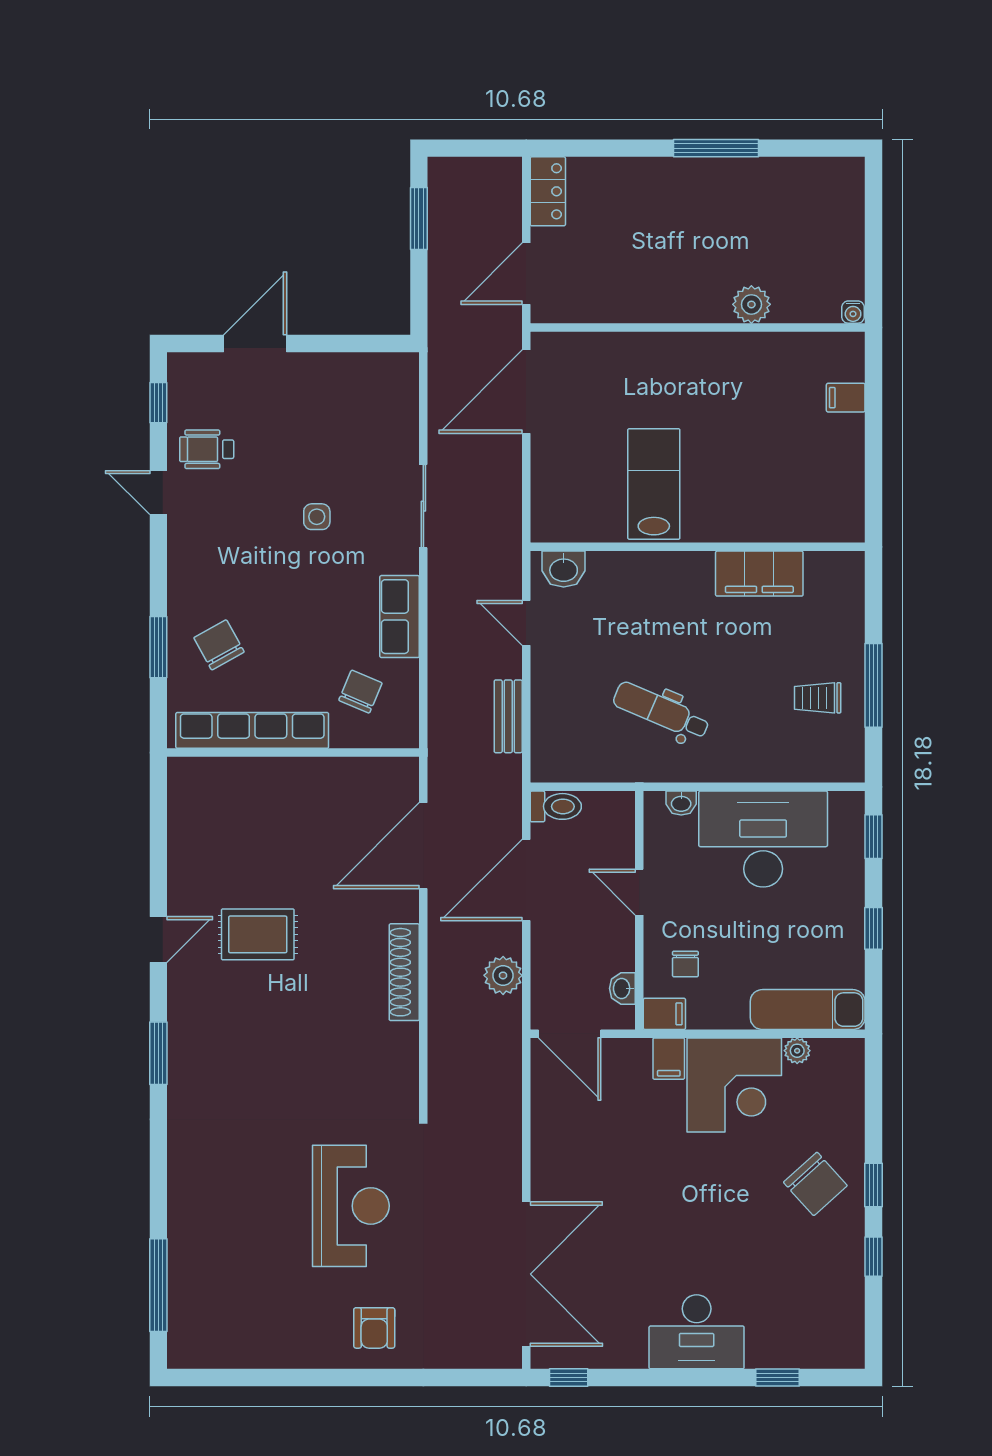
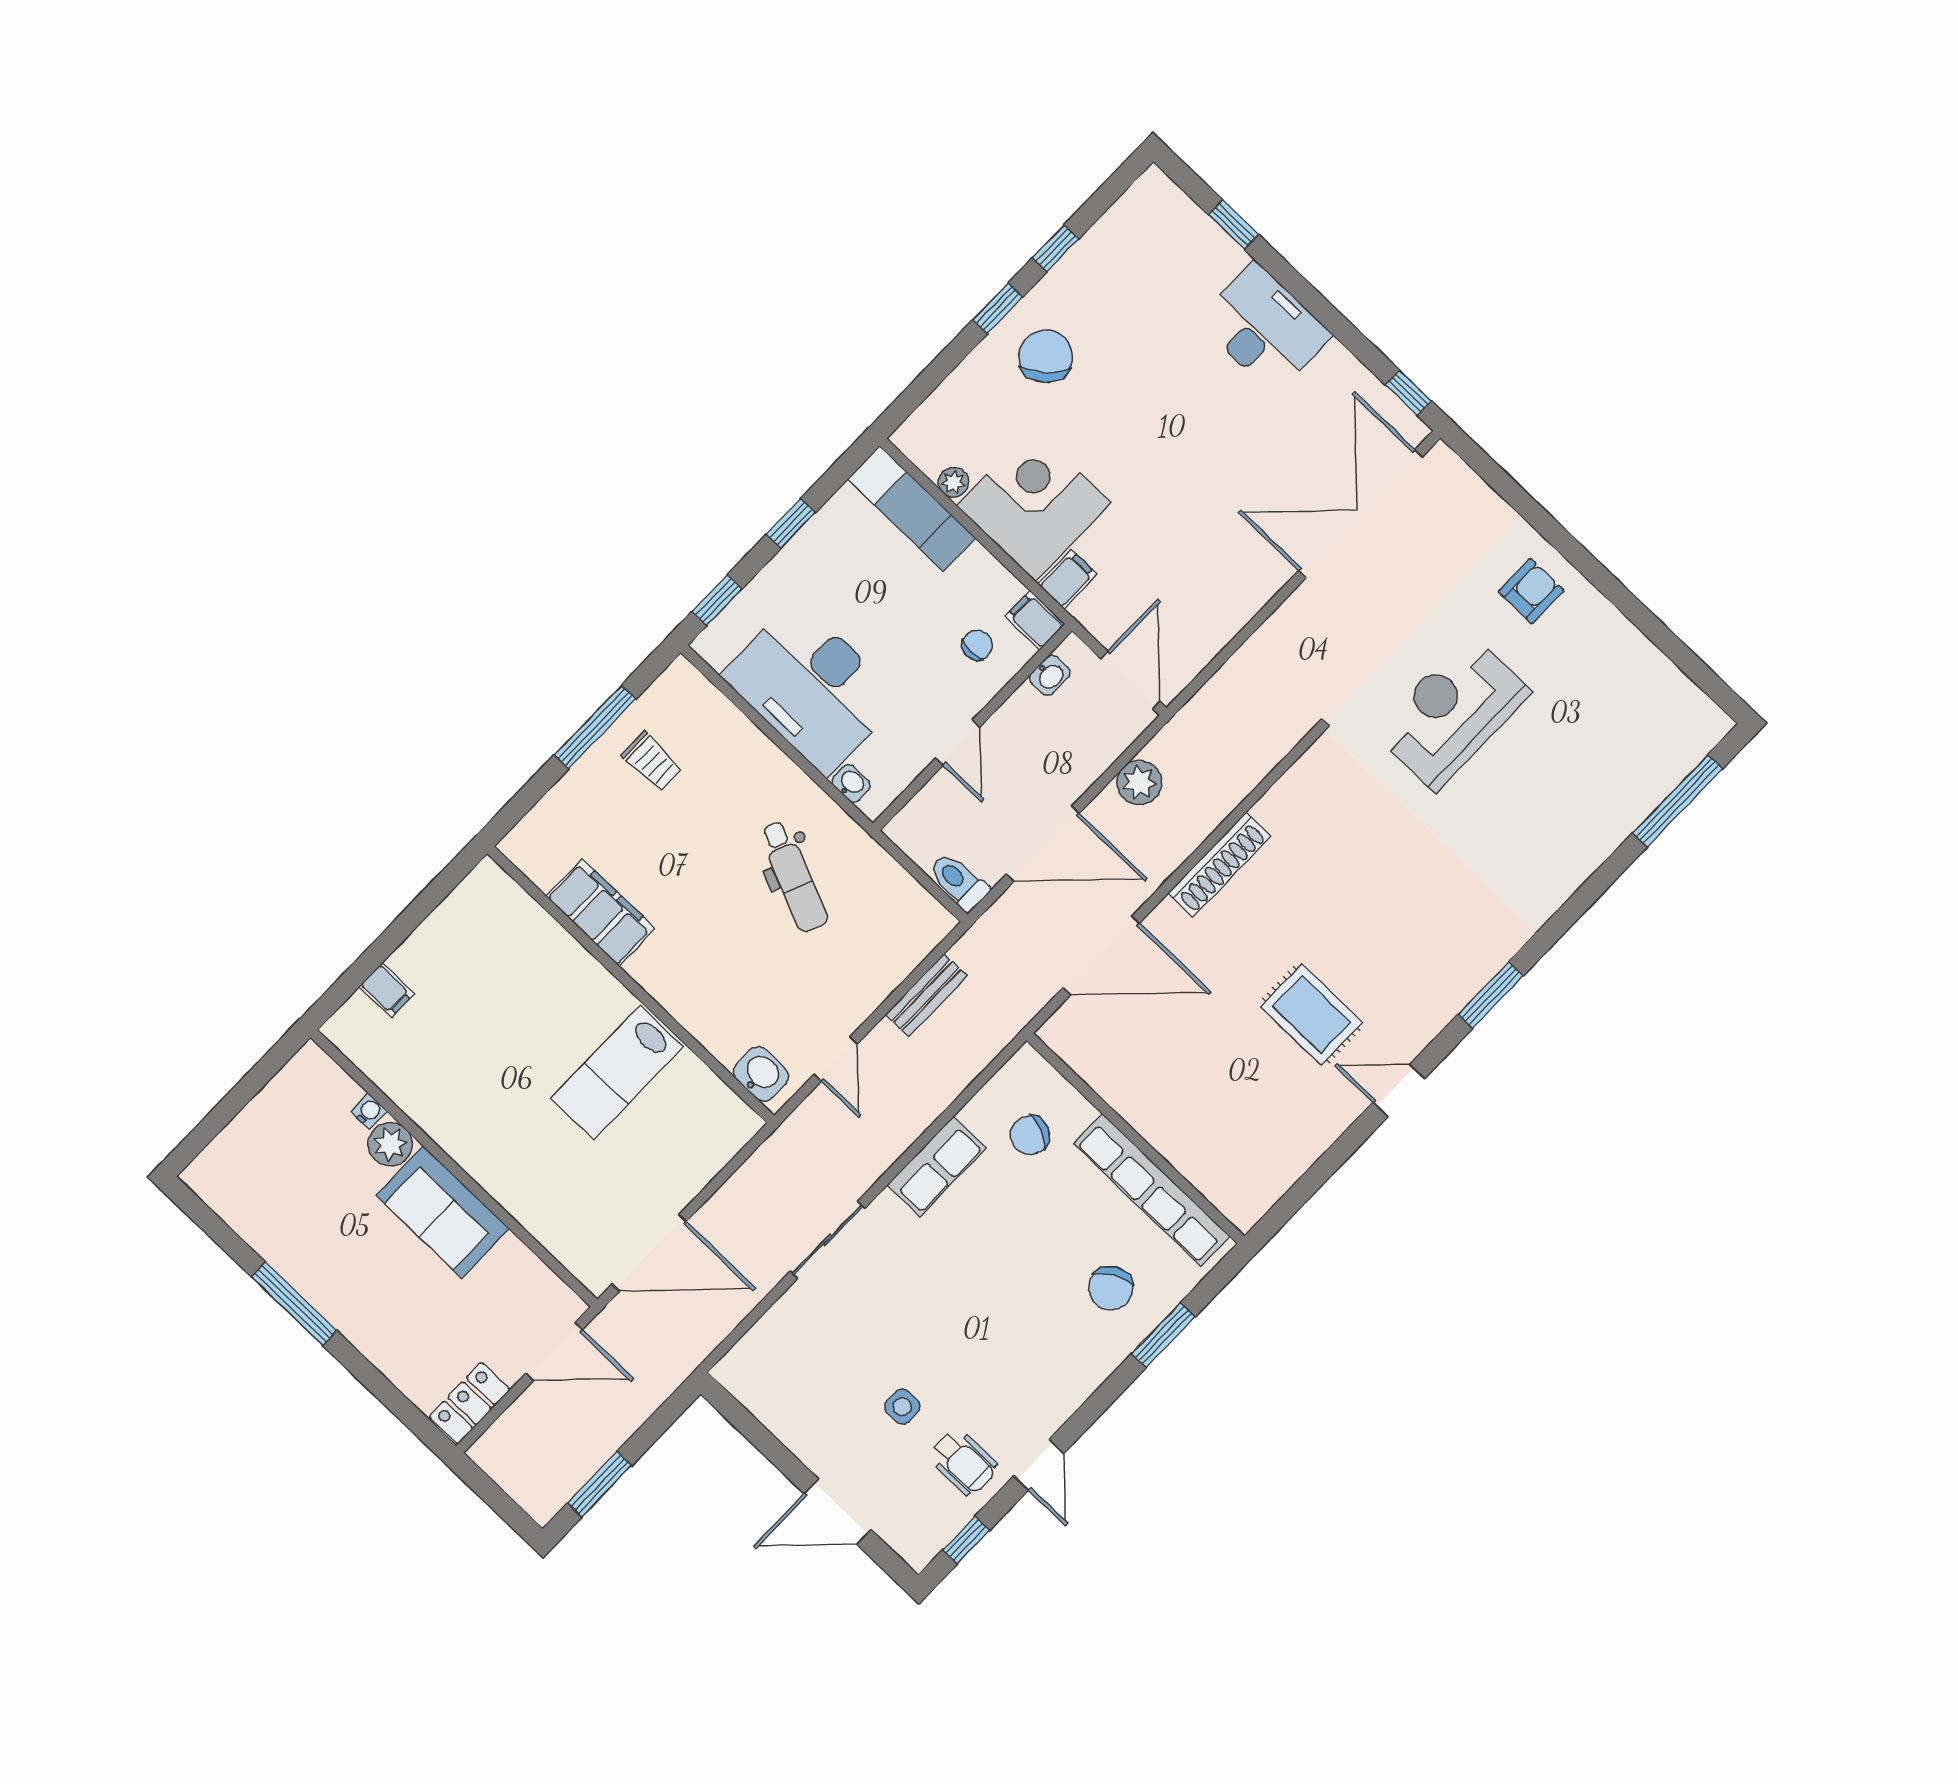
sofa: (679, 294) -> (443, 1212), added
water cooler: (853, 312) -> (369, 1111), moved
side table: (317, 517) -> (902, 1407), moved

